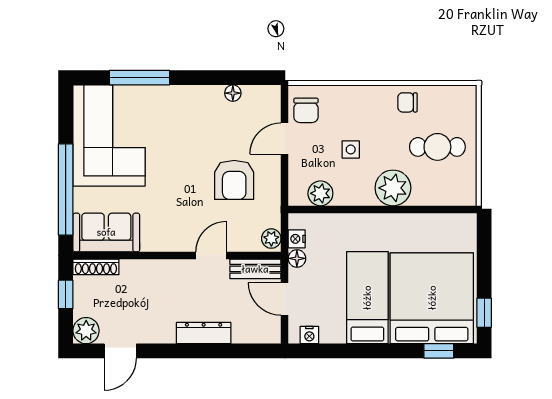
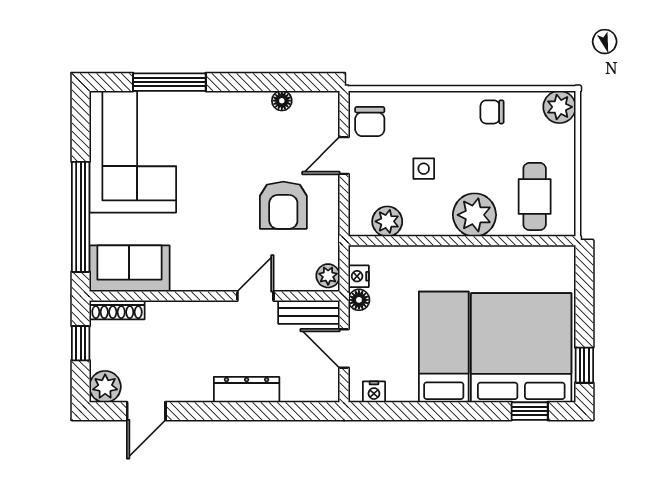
plant: (463, 98) -> (559, 107), added
cafe table: (437, 147) -> (535, 196), moved, turned 90

